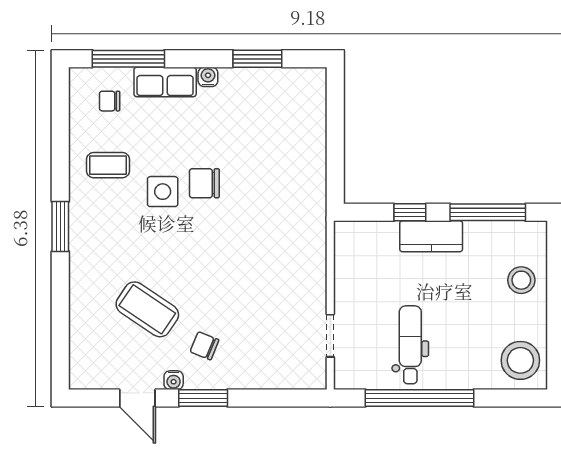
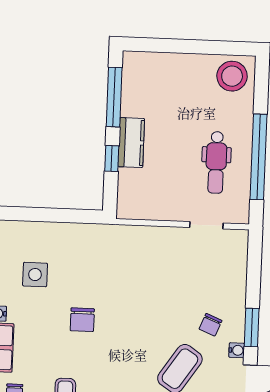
side table: (163, 192) -> (35, 275), moved
stool: (521, 280) -> (169, 73), removed
dental chair: (410, 345) -> (216, 162), turned -90

